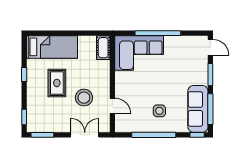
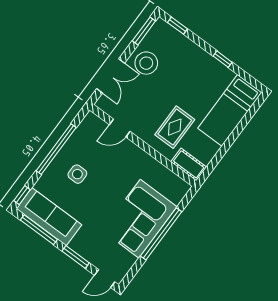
corner sofa: (139, 53) -> (140, 219), moved
rug: (57, 83) -> (175, 127), moved, turned 90
stool: (84, 98) -> (146, 63), moved

